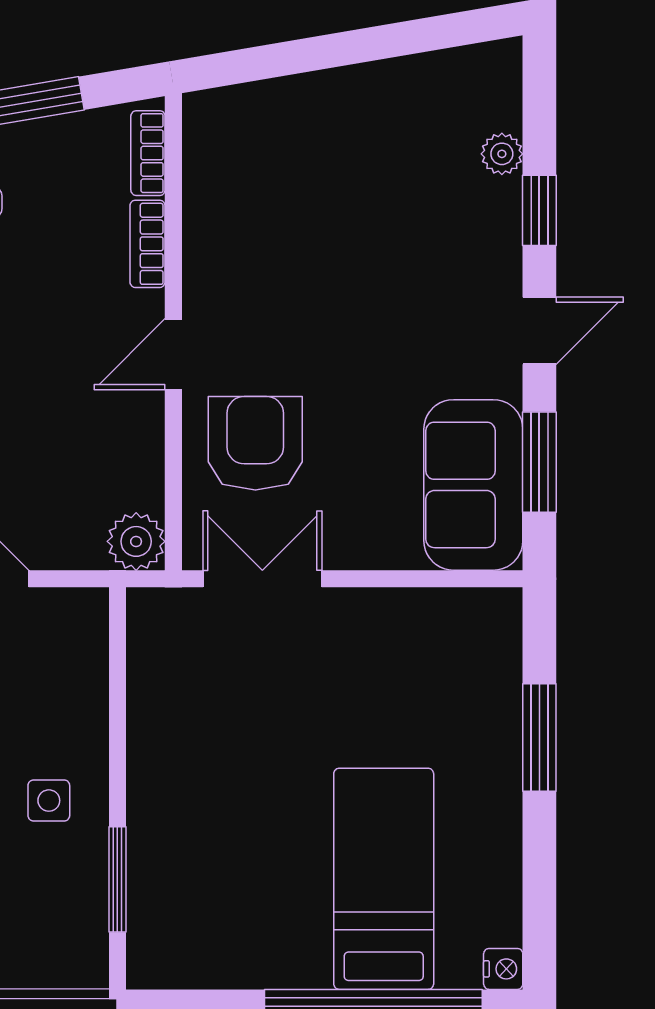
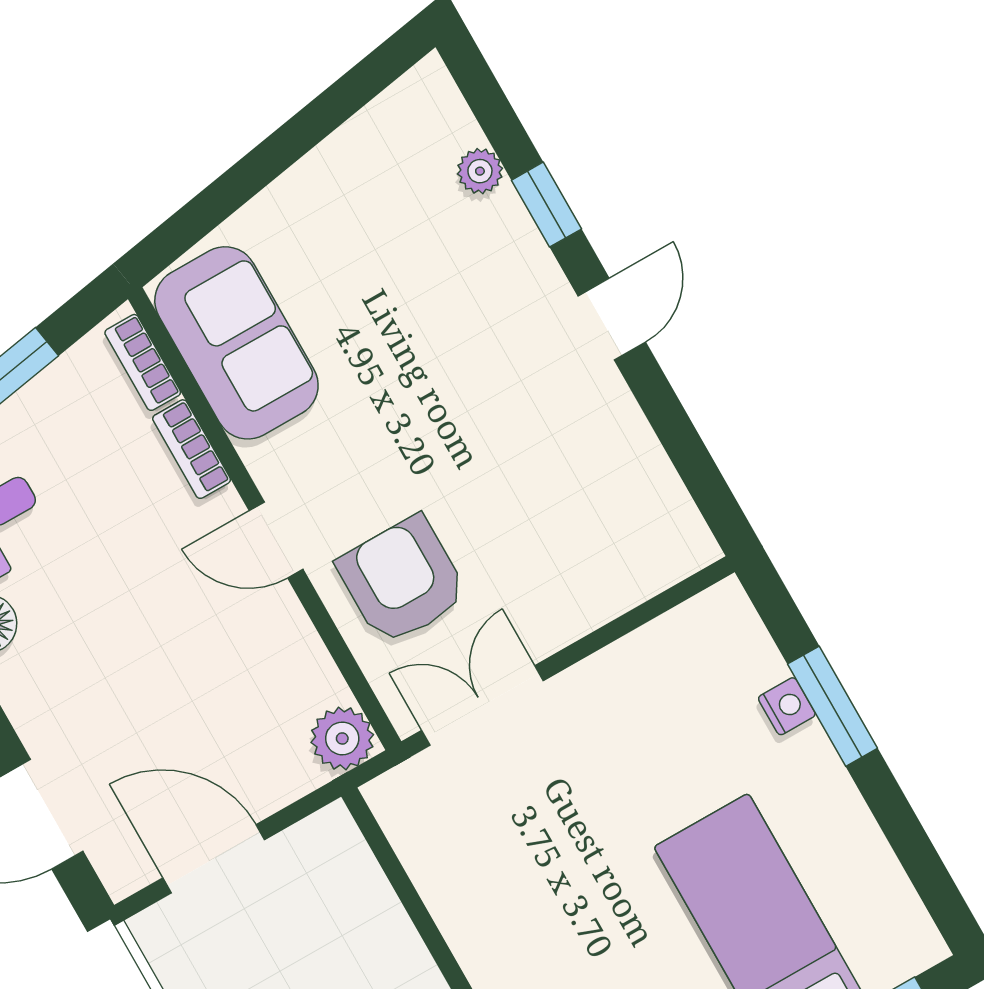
door: (173, 354) -> (276, 540), hinge flipped
window: (539, 462) -> (683, 444), removed
sofa: (473, 485) -> (236, 343), moved, turned 180
nightstand: (503, 969) -> (787, 706), moved

